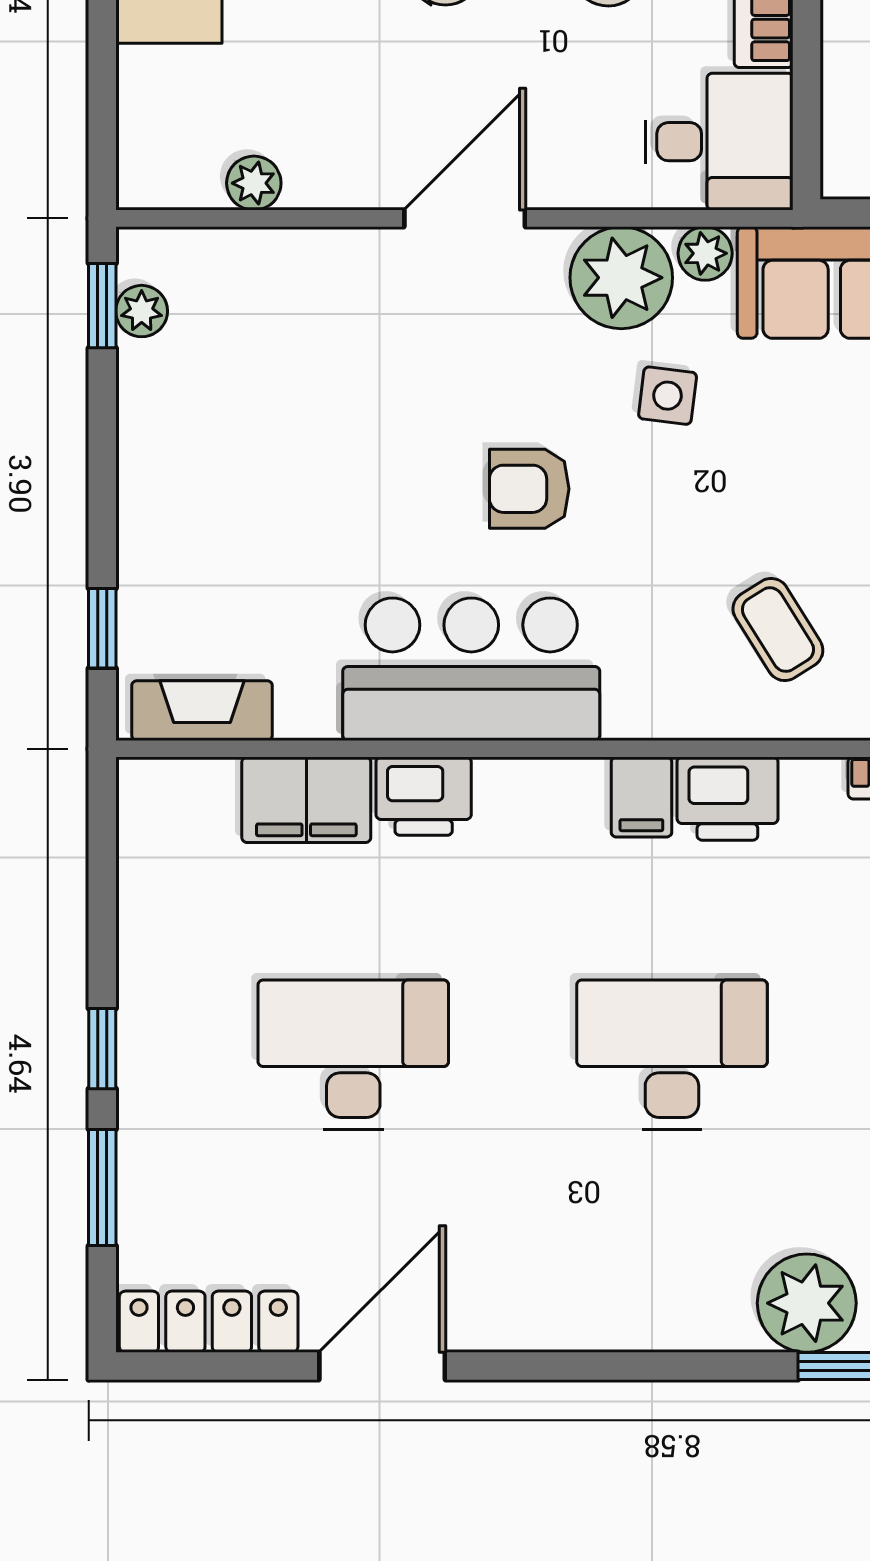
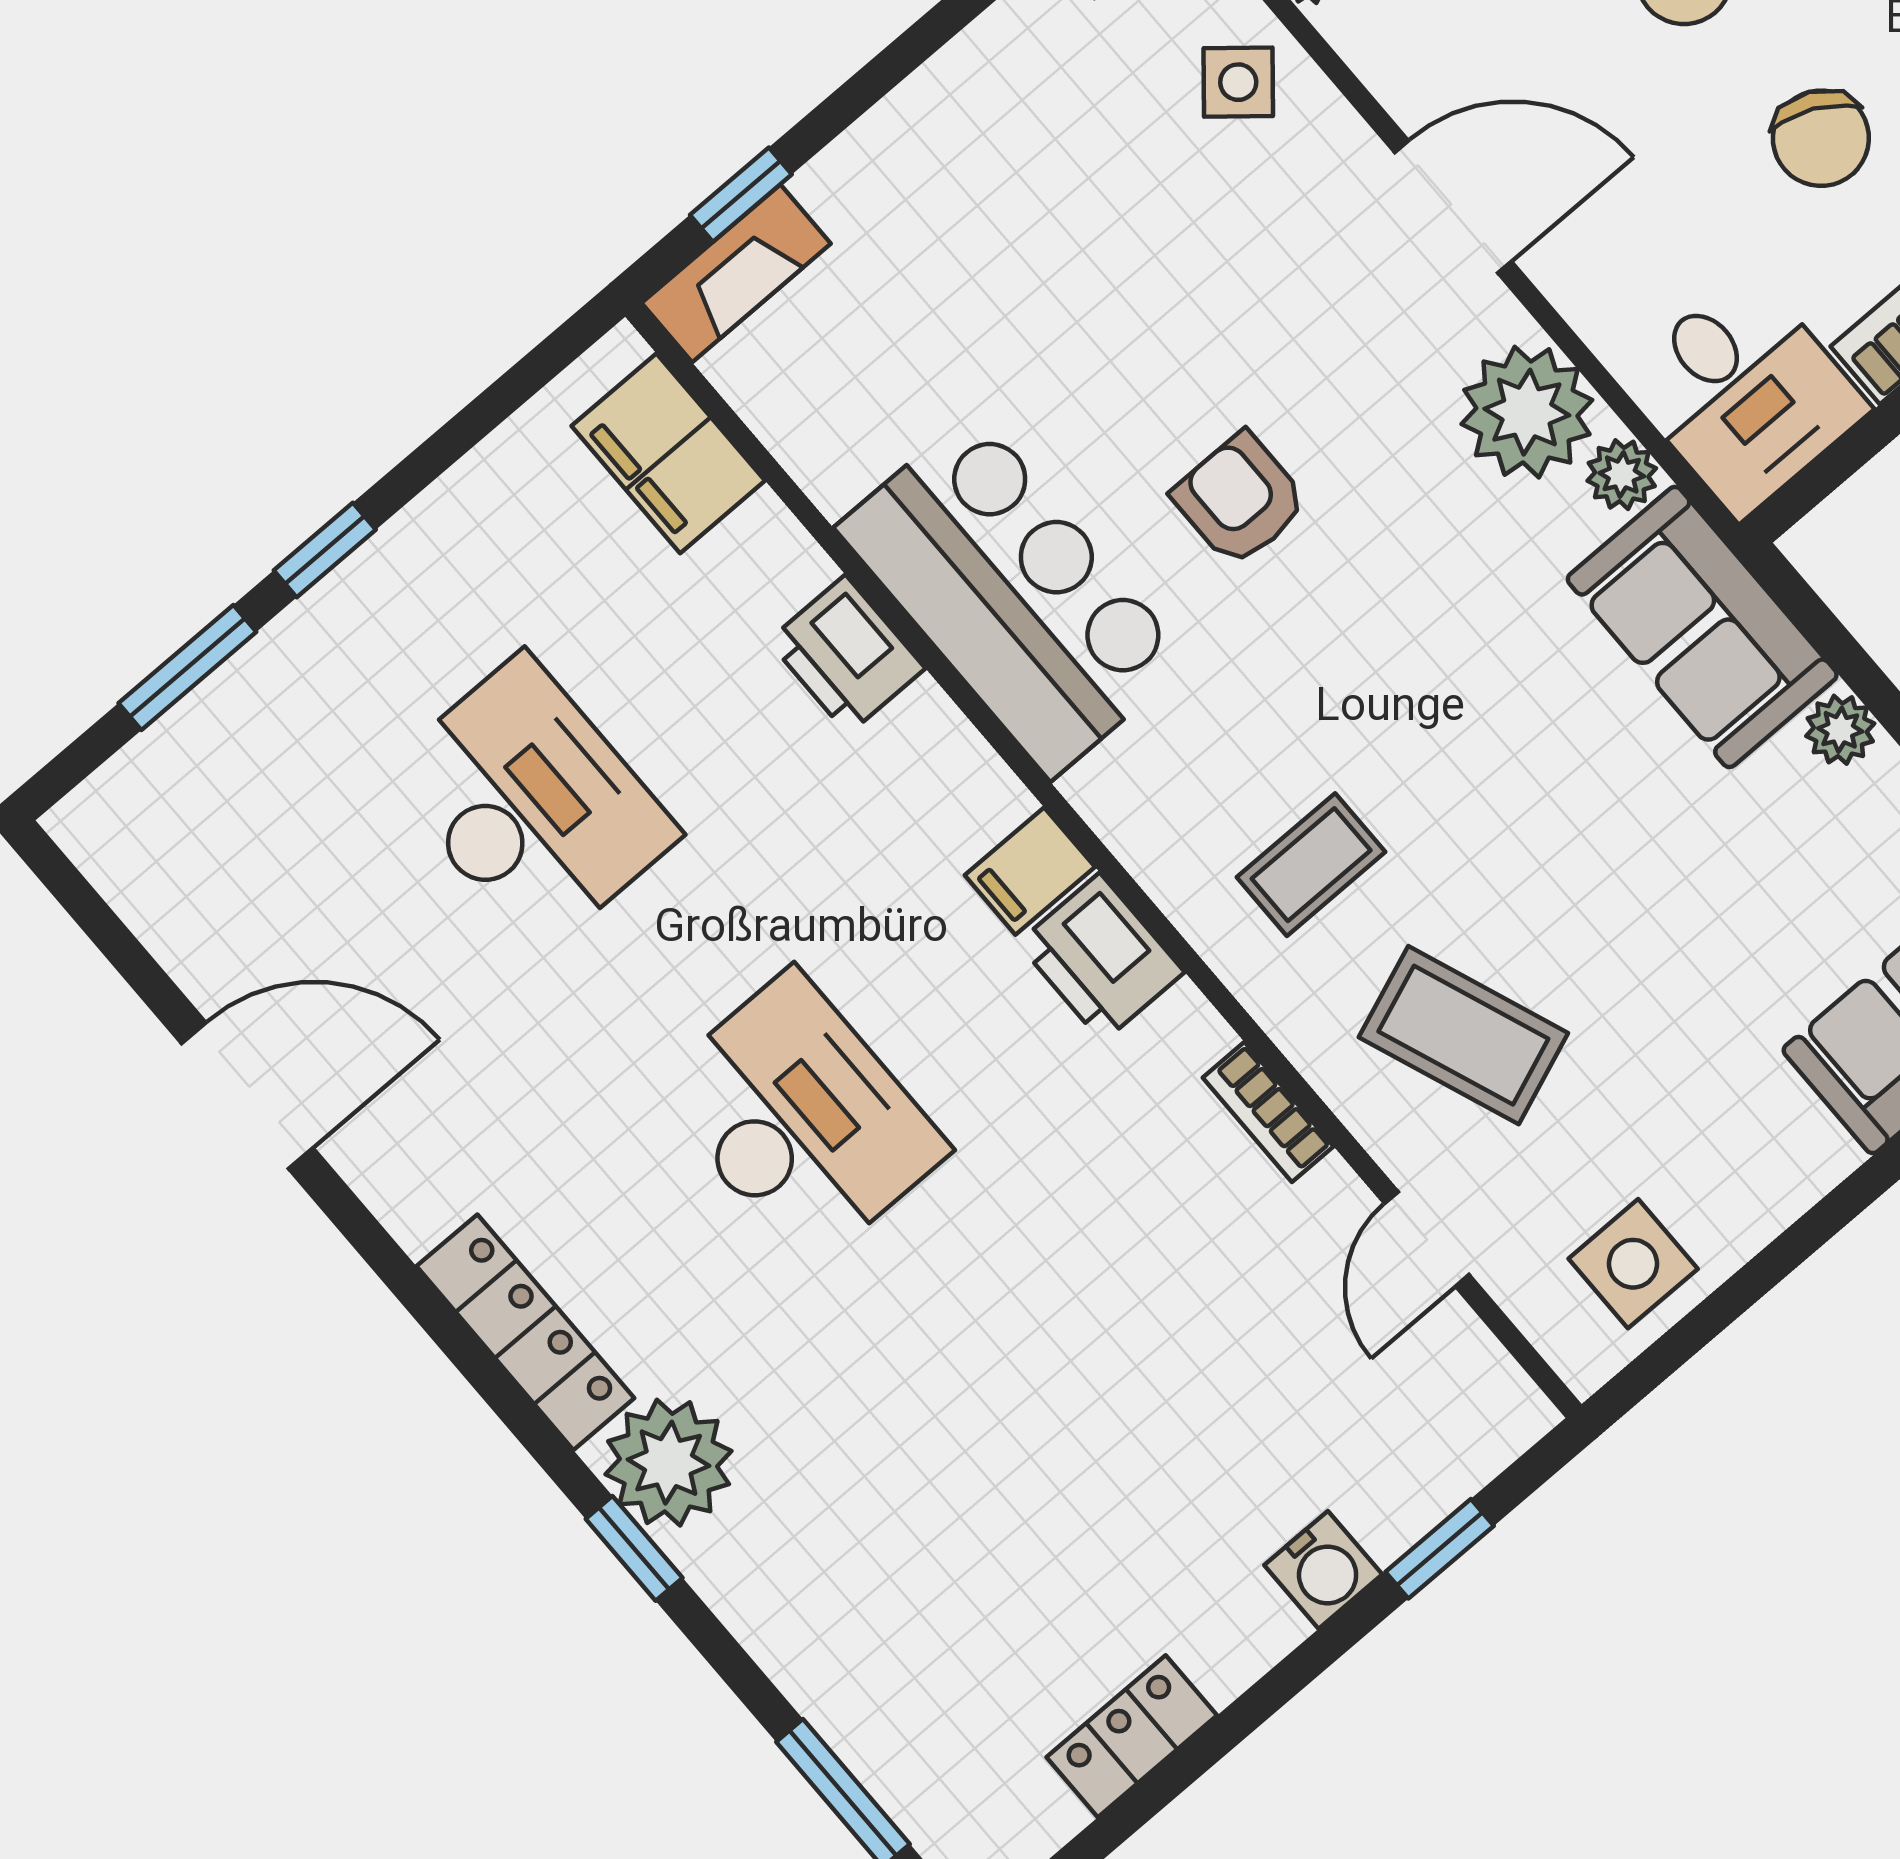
side table: (668, 396) -> (1238, 82), moved, turned 33
coffee table: (778, 630) -> (1311, 865), turned 32
fireplace: (202, 711) -> (736, 273), moved, turned 90
filing cabinet: (306, 800) -> (668, 453), moved
locker: (209, 1322) -> (525, 1332), moved

